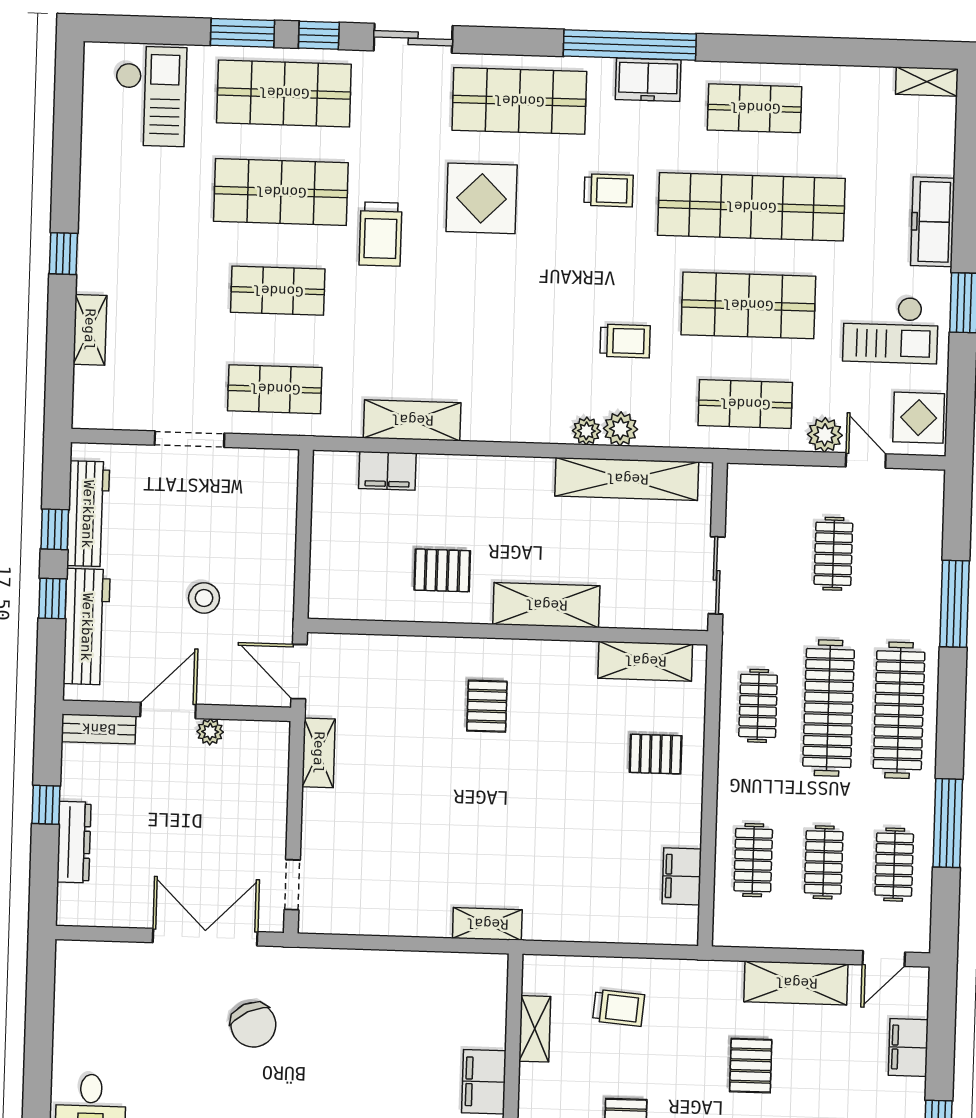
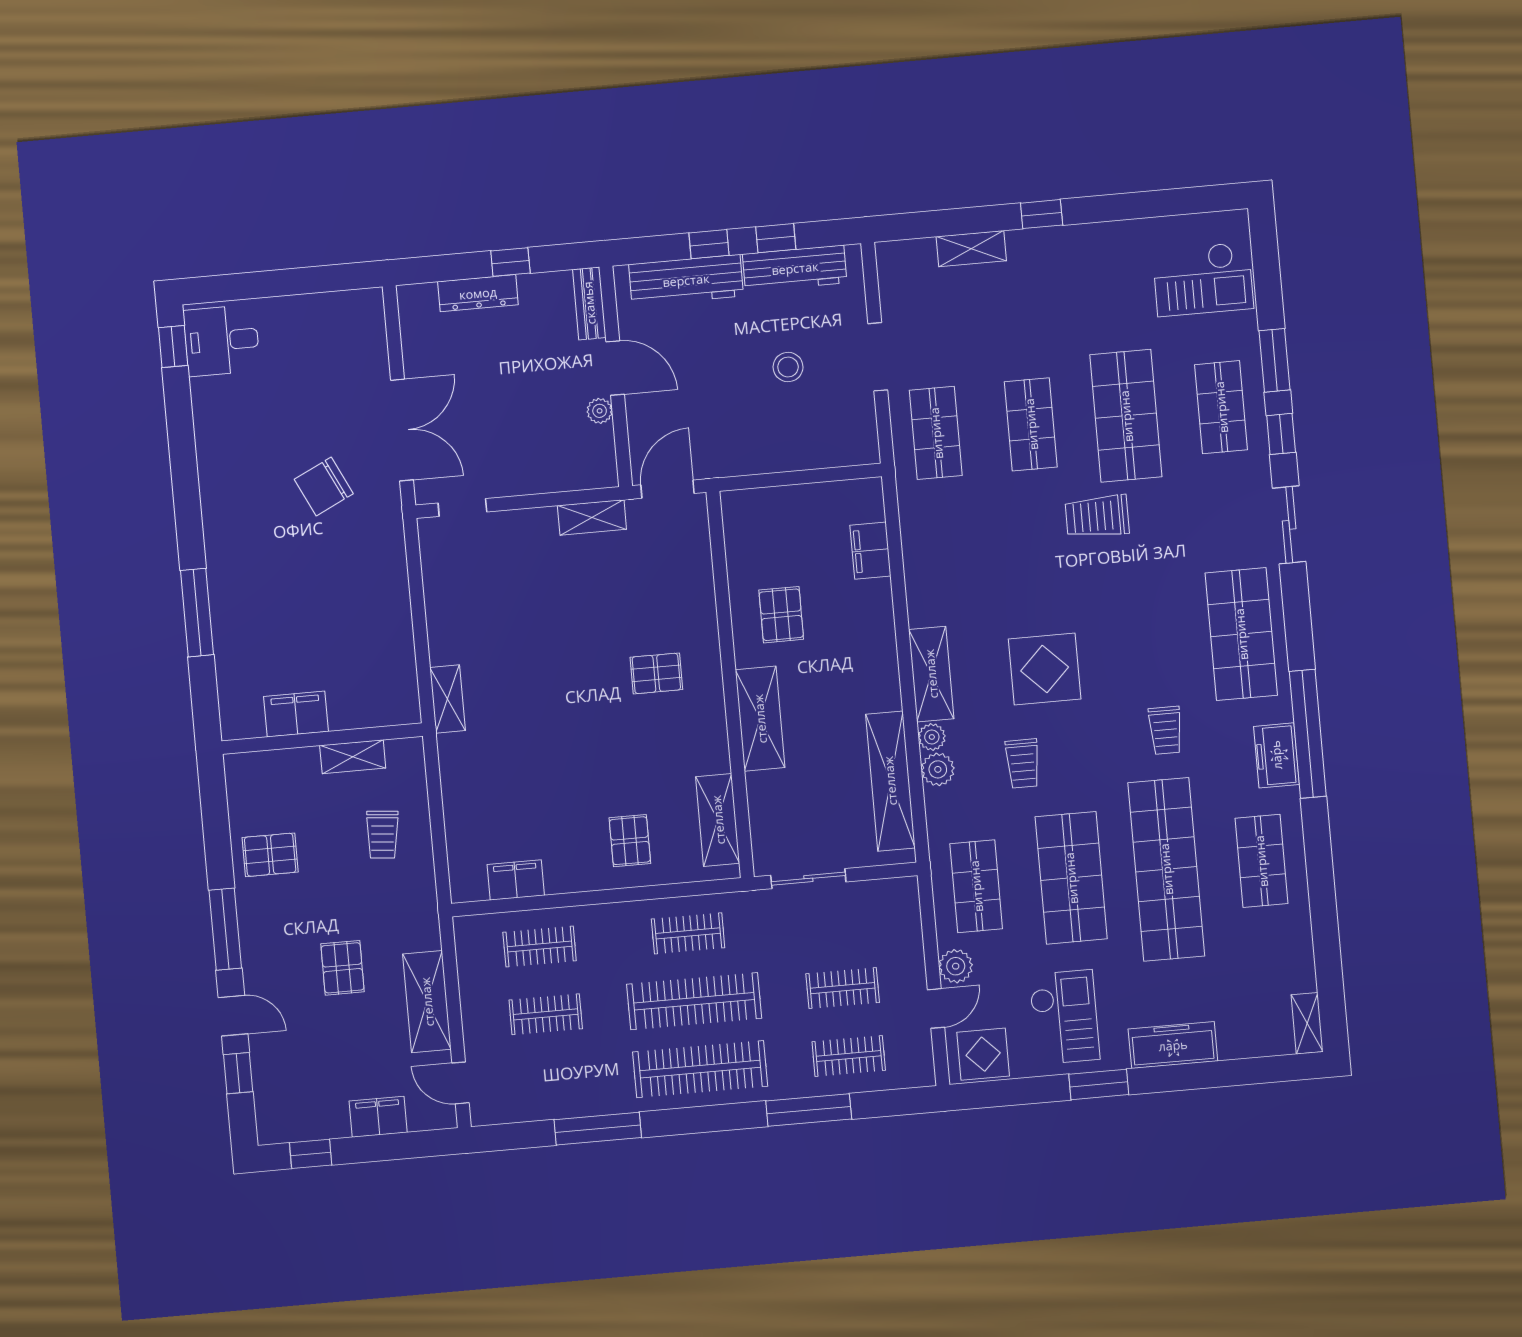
shop shelf: (284, 93) -> (1221, 407), width x0.70, depth x0.74
display table: (482, 198) -> (1045, 669), moved
checkout: (890, 330) -> (1064, 1017), turned 180
shelving: (412, 420) -> (931, 674), moved
stool: (204, 598) -> (788, 367), moved
clothes rail: (894, 865) -> (849, 1056), moved
pallet: (751, 1066) -> (343, 968), turned 90

